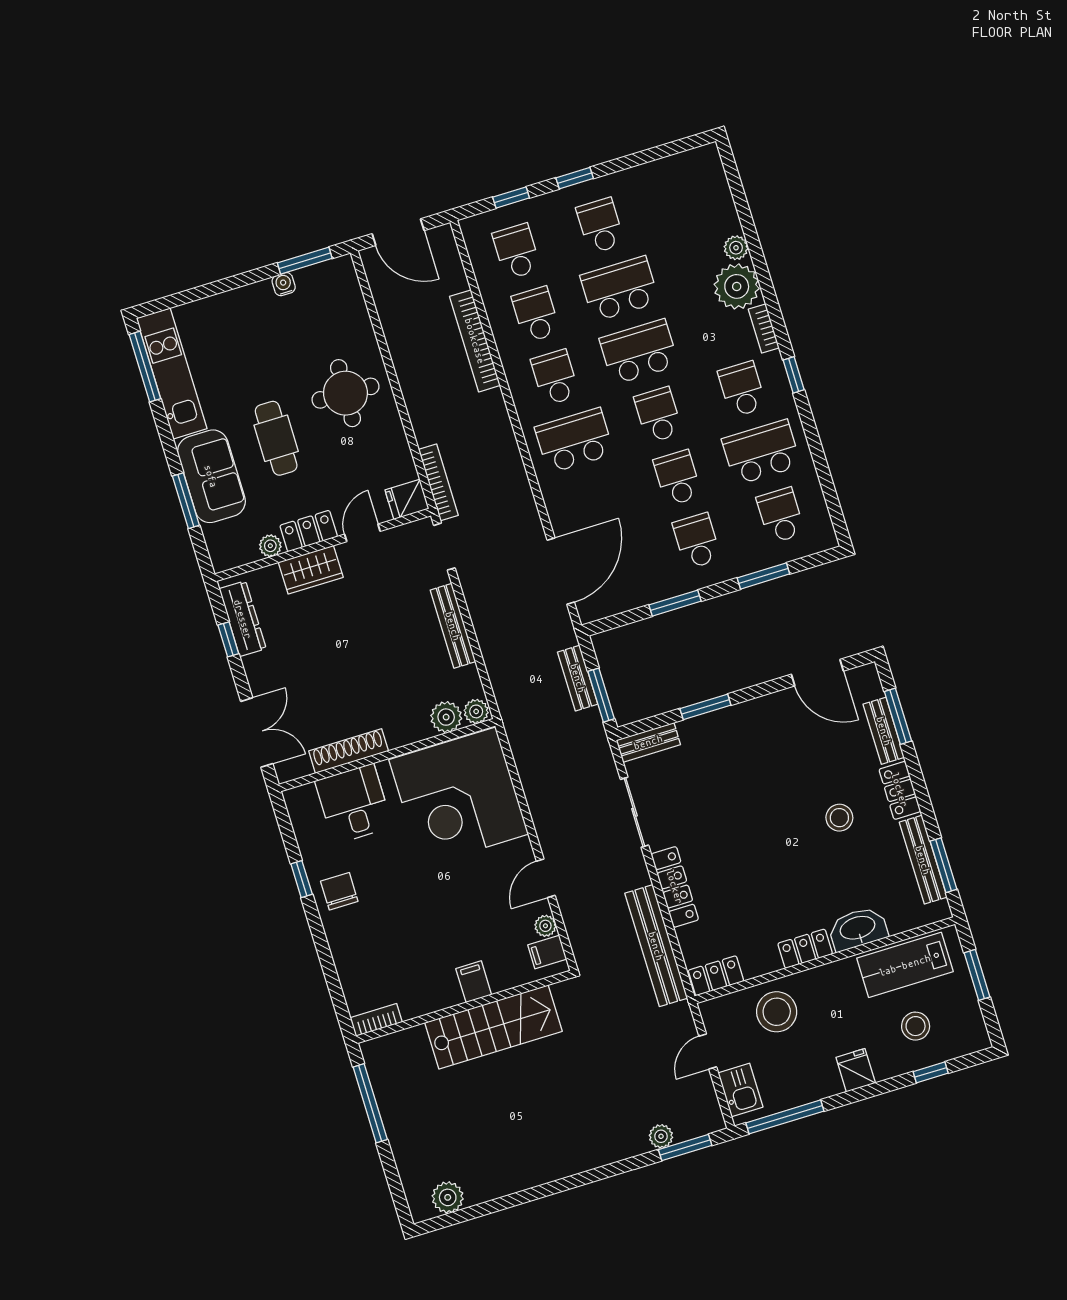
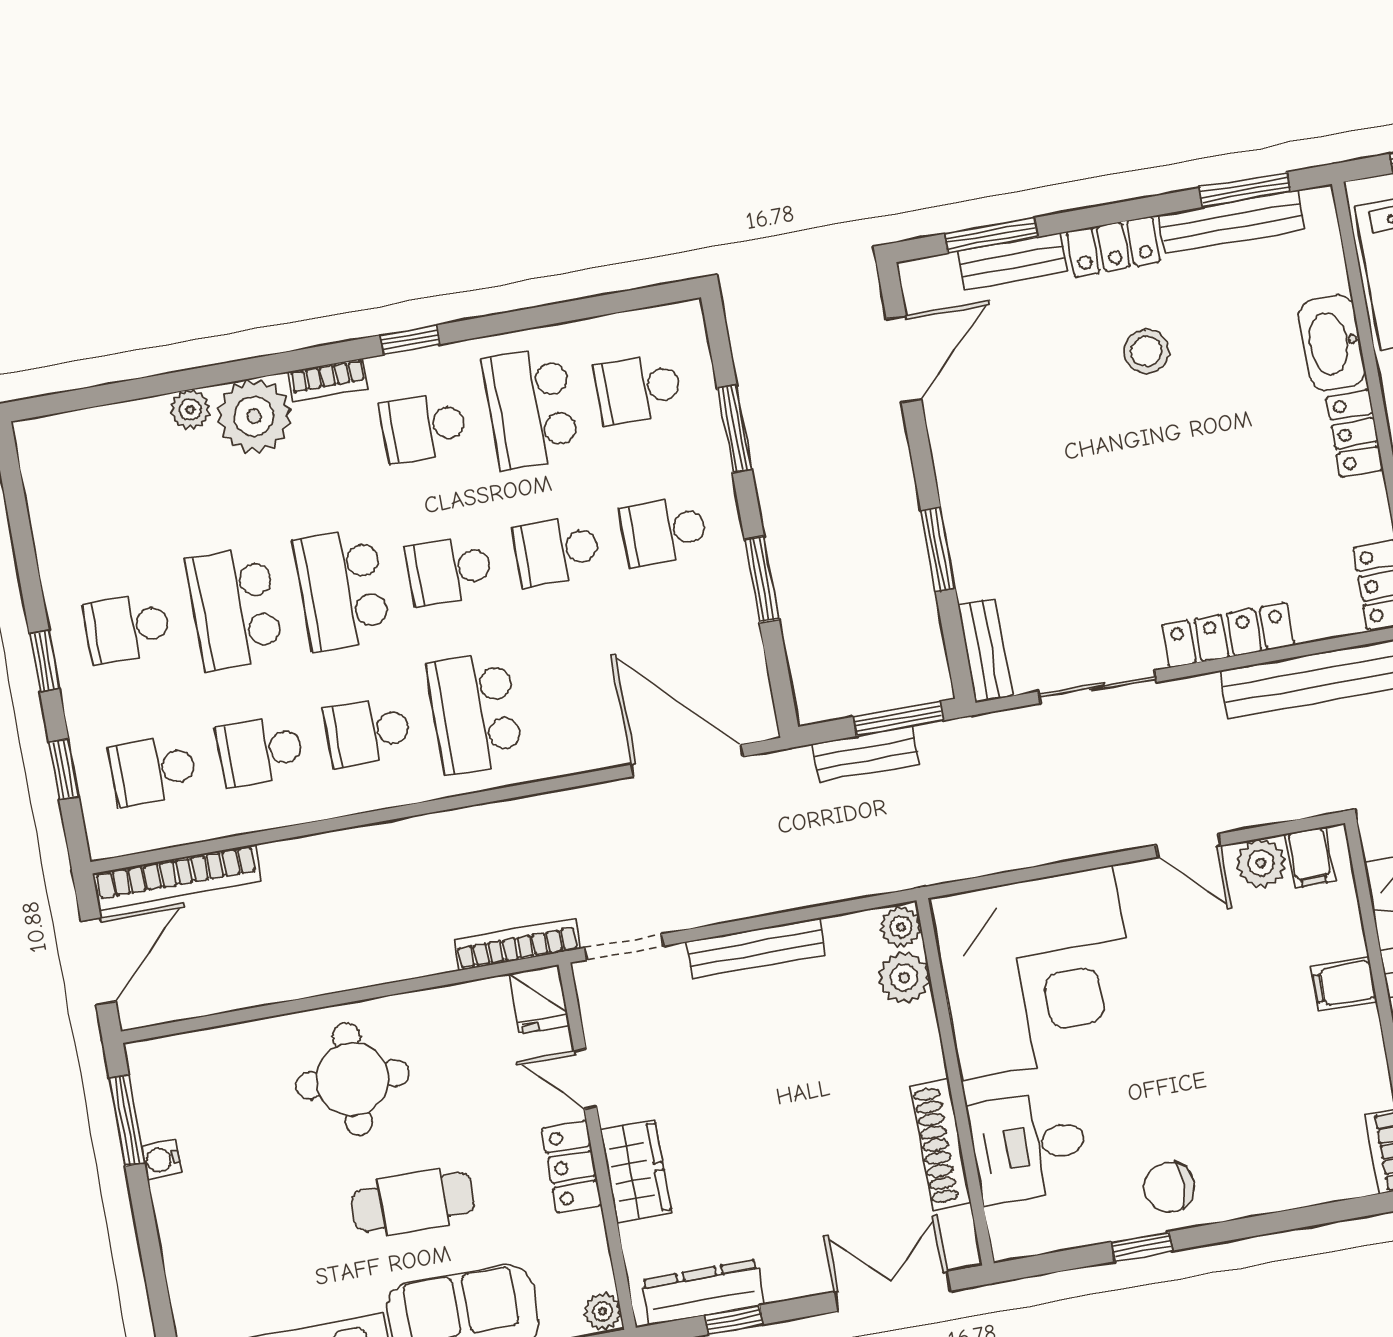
bookcase: (475, 341) -> (177, 877), moved
plant: (270, 546) -> (603, 1311), moved
plant: (545, 926) -> (1261, 863), width x1.38, depth x1.38

